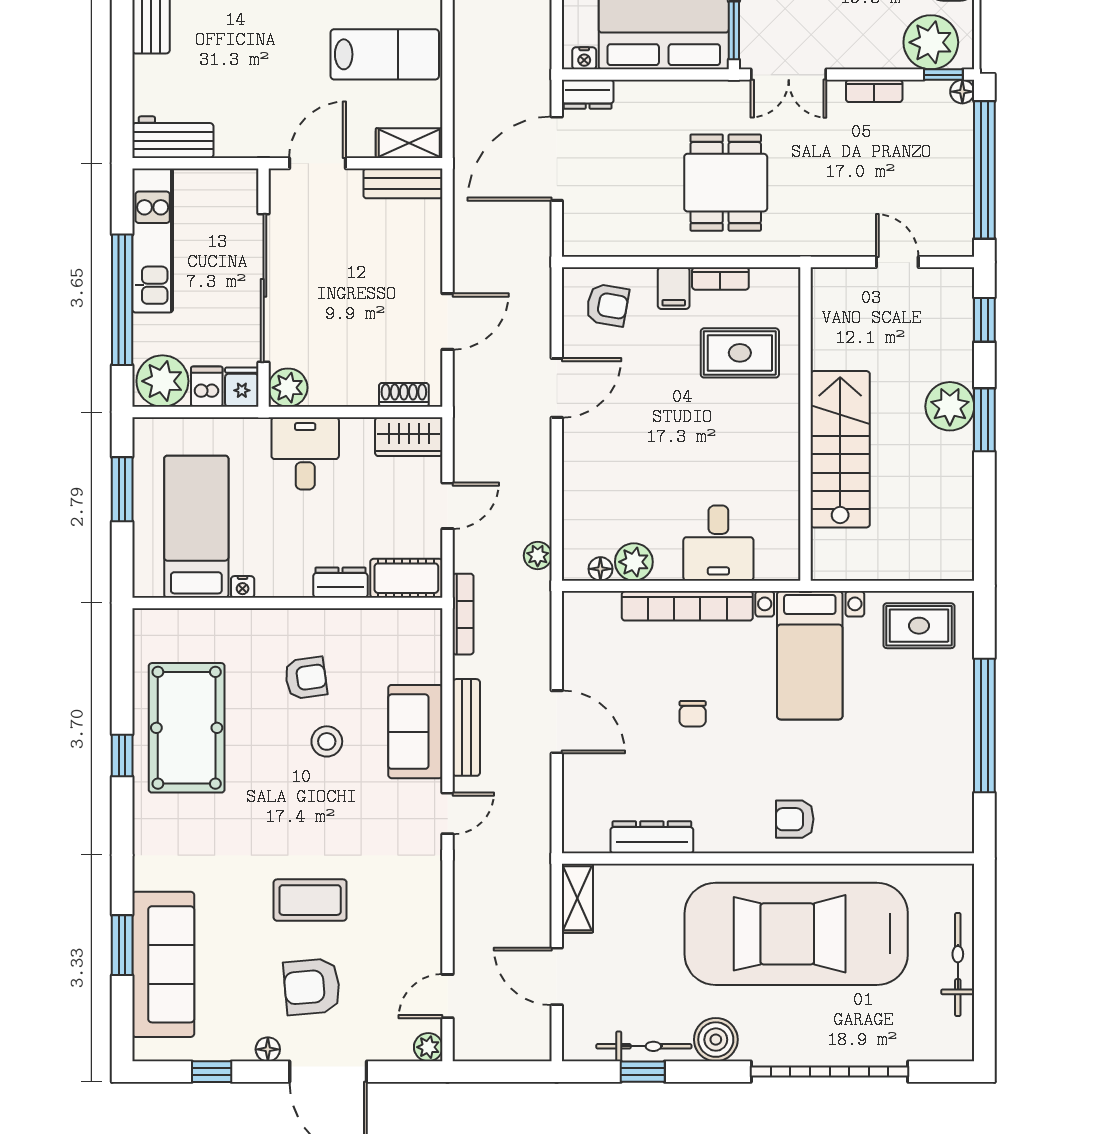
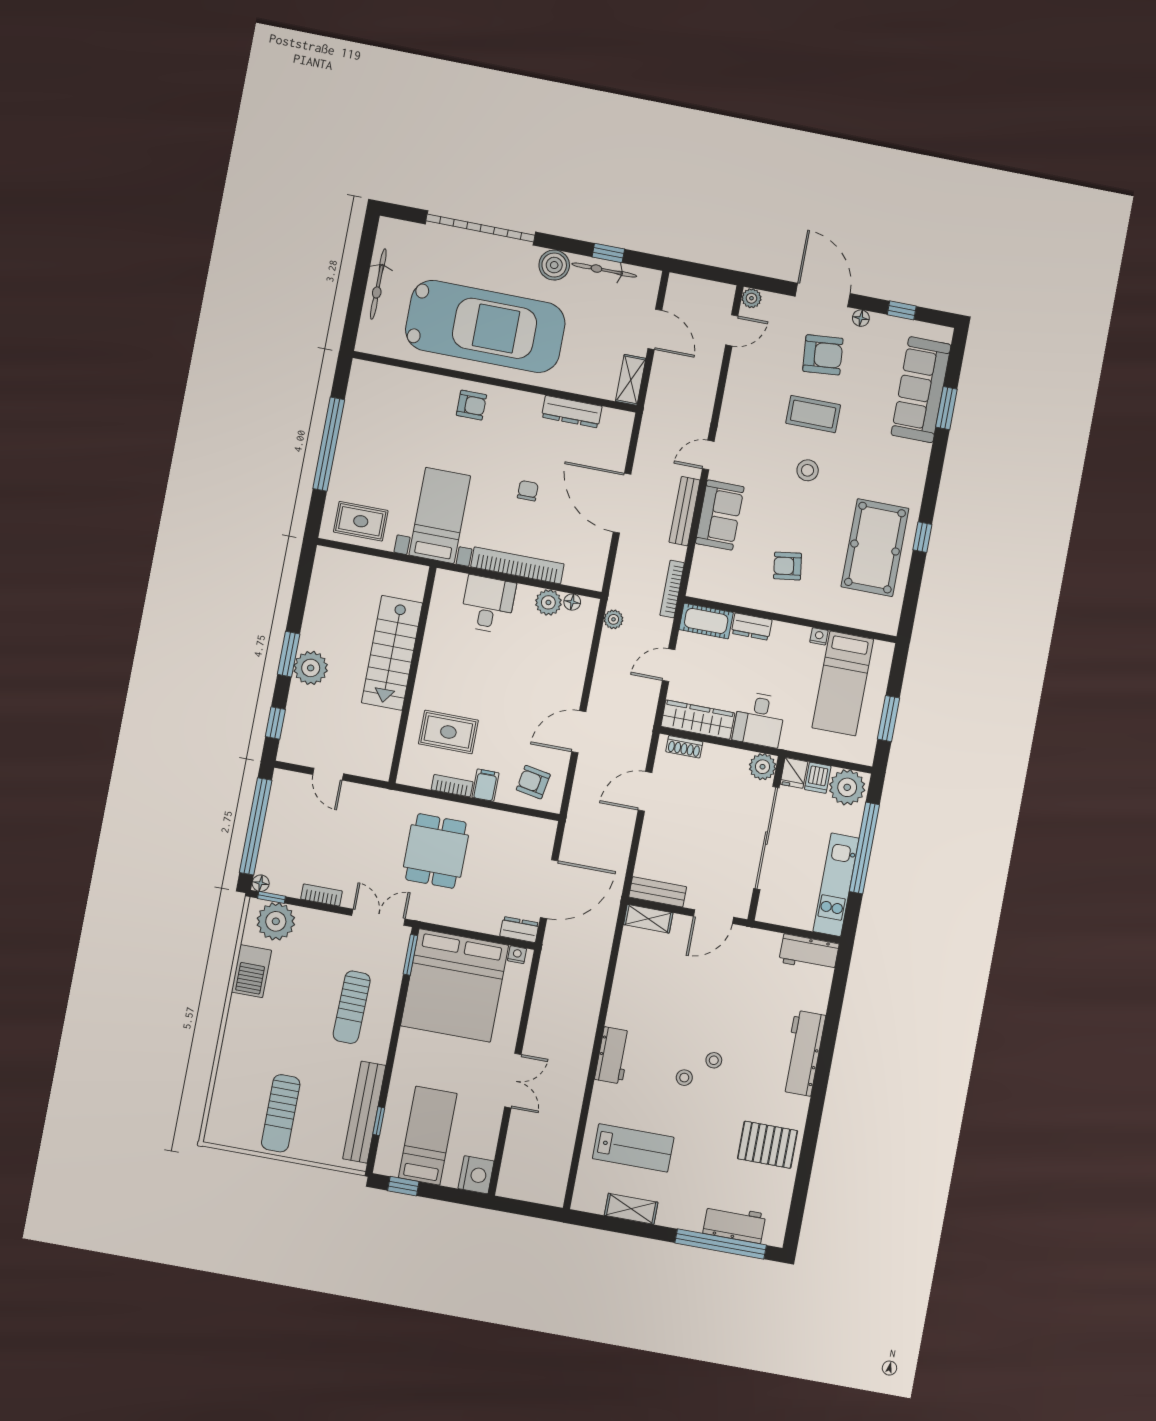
lab bench: (385, 54) -> (653, 983), removed
wardrobe: (409, 437) -> (698, 720), width x1.50
door: (557, 722) -> (622, 503), width x1.36
stool: (327, 741) -> (808, 470), moved

